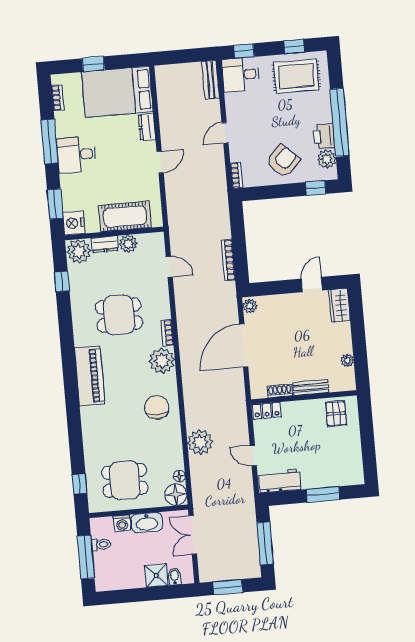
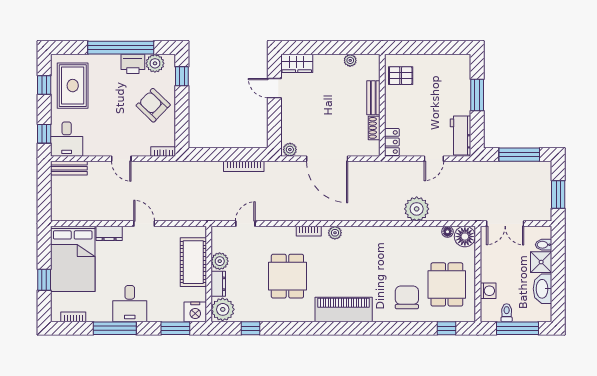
plant: (162, 361) -> (335, 233), width x0.53, depth x0.53
chair: (157, 407) -> (407, 297), moved, turned 90
washbasin: (147, 523) -> (543, 289), moved, turned 180

